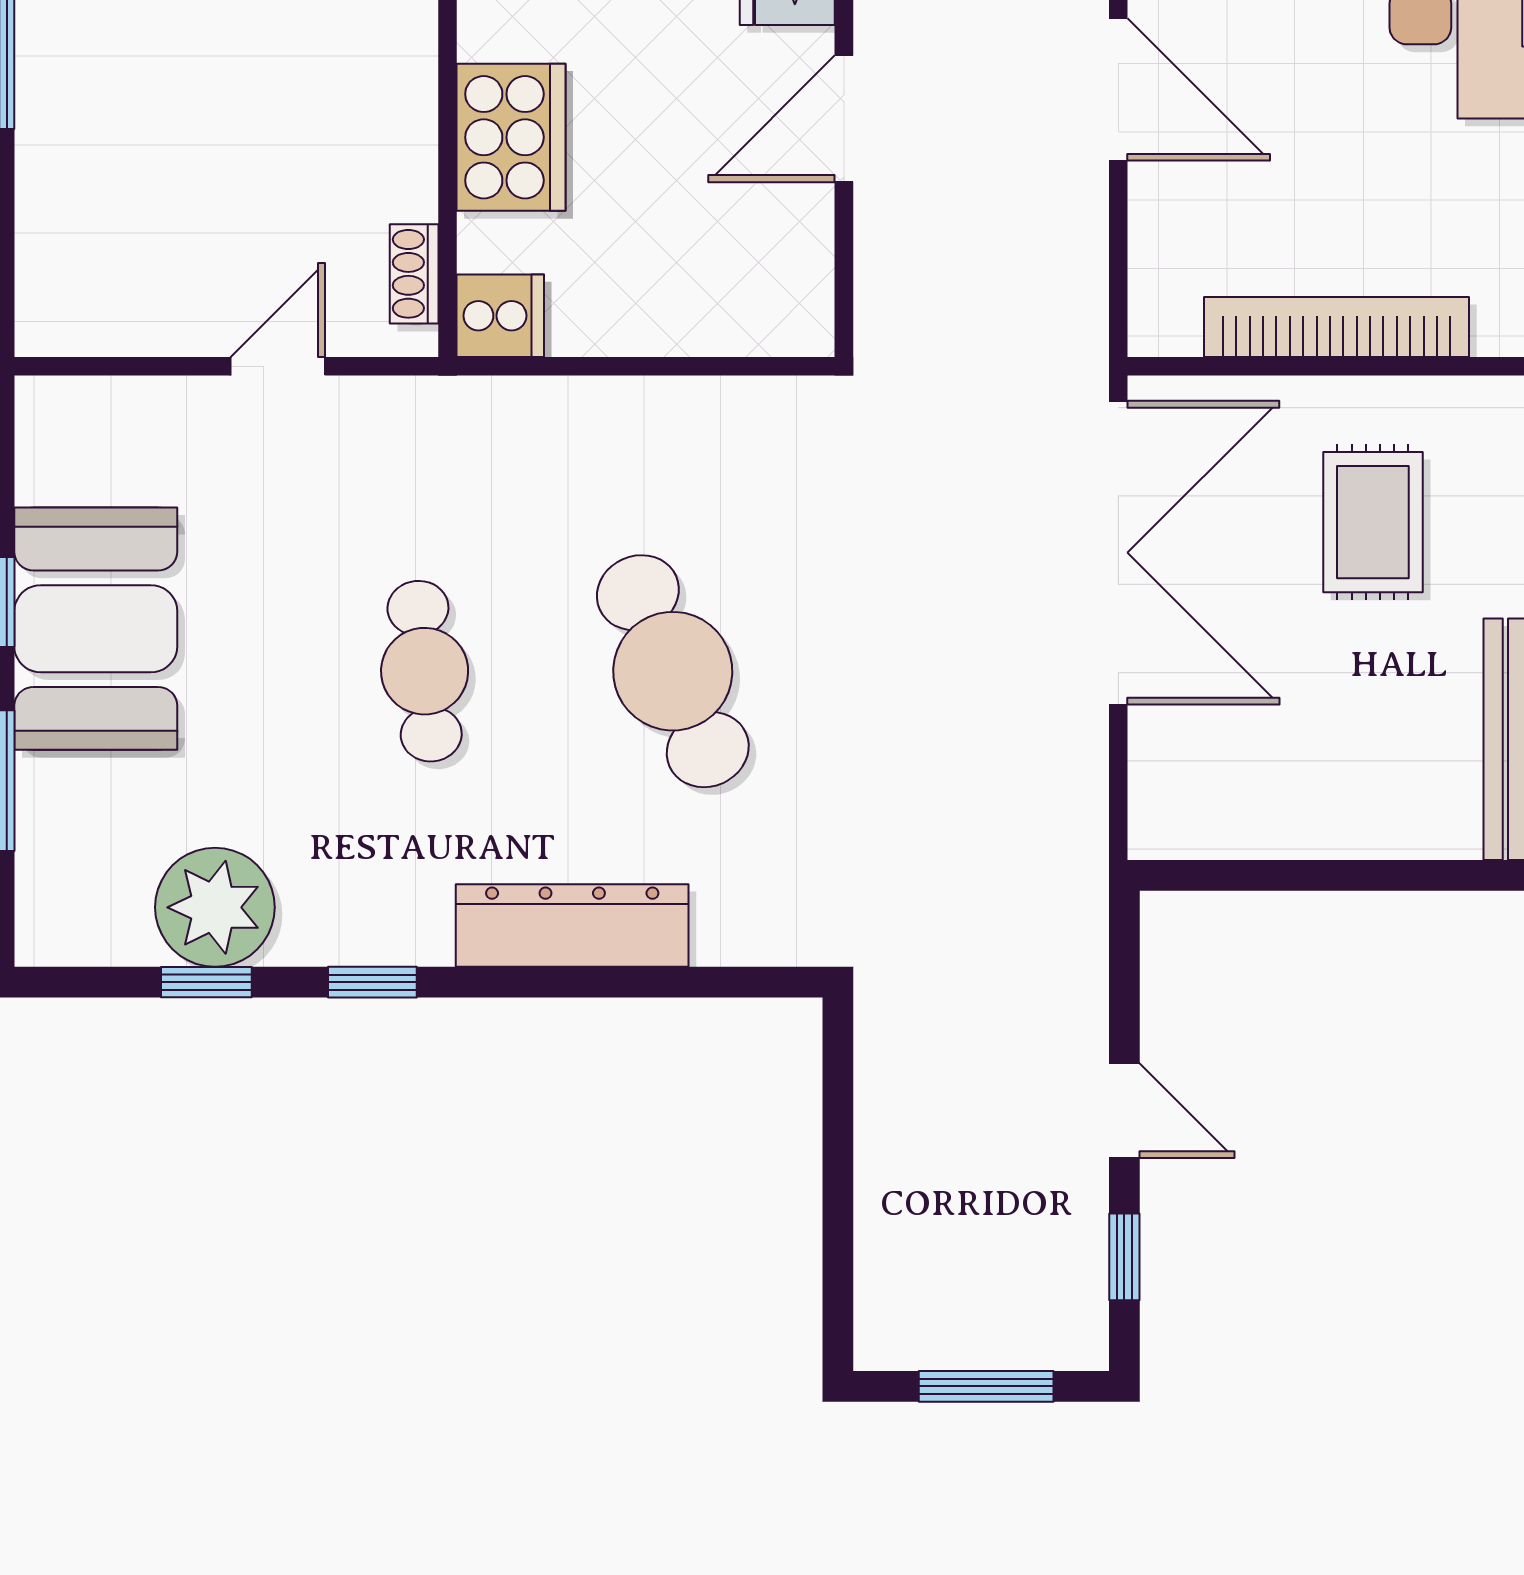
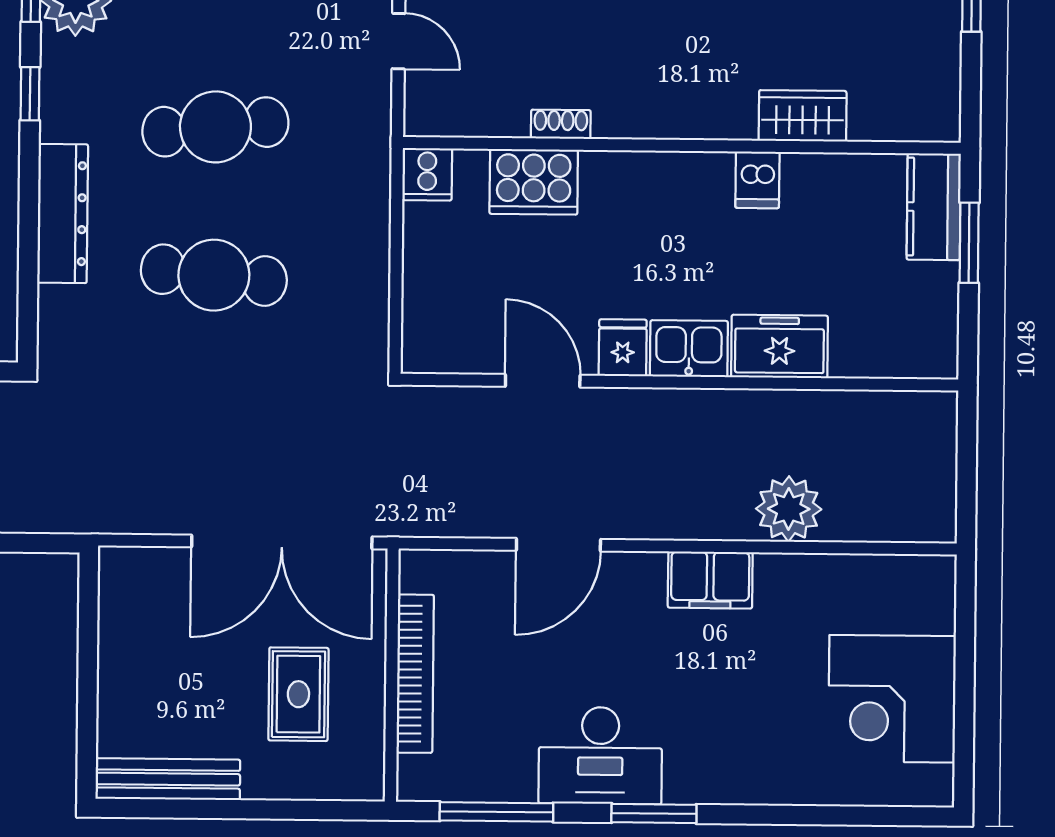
shoe rack: (414, 274) -> (561, 124), moved
rug: (1373, 522) -> (298, 694), turned 90
cafe table: (425, 671) -> (215, 127), width x1.37, depth x1.35
cafe table: (673, 671) -> (214, 275), turned 30

